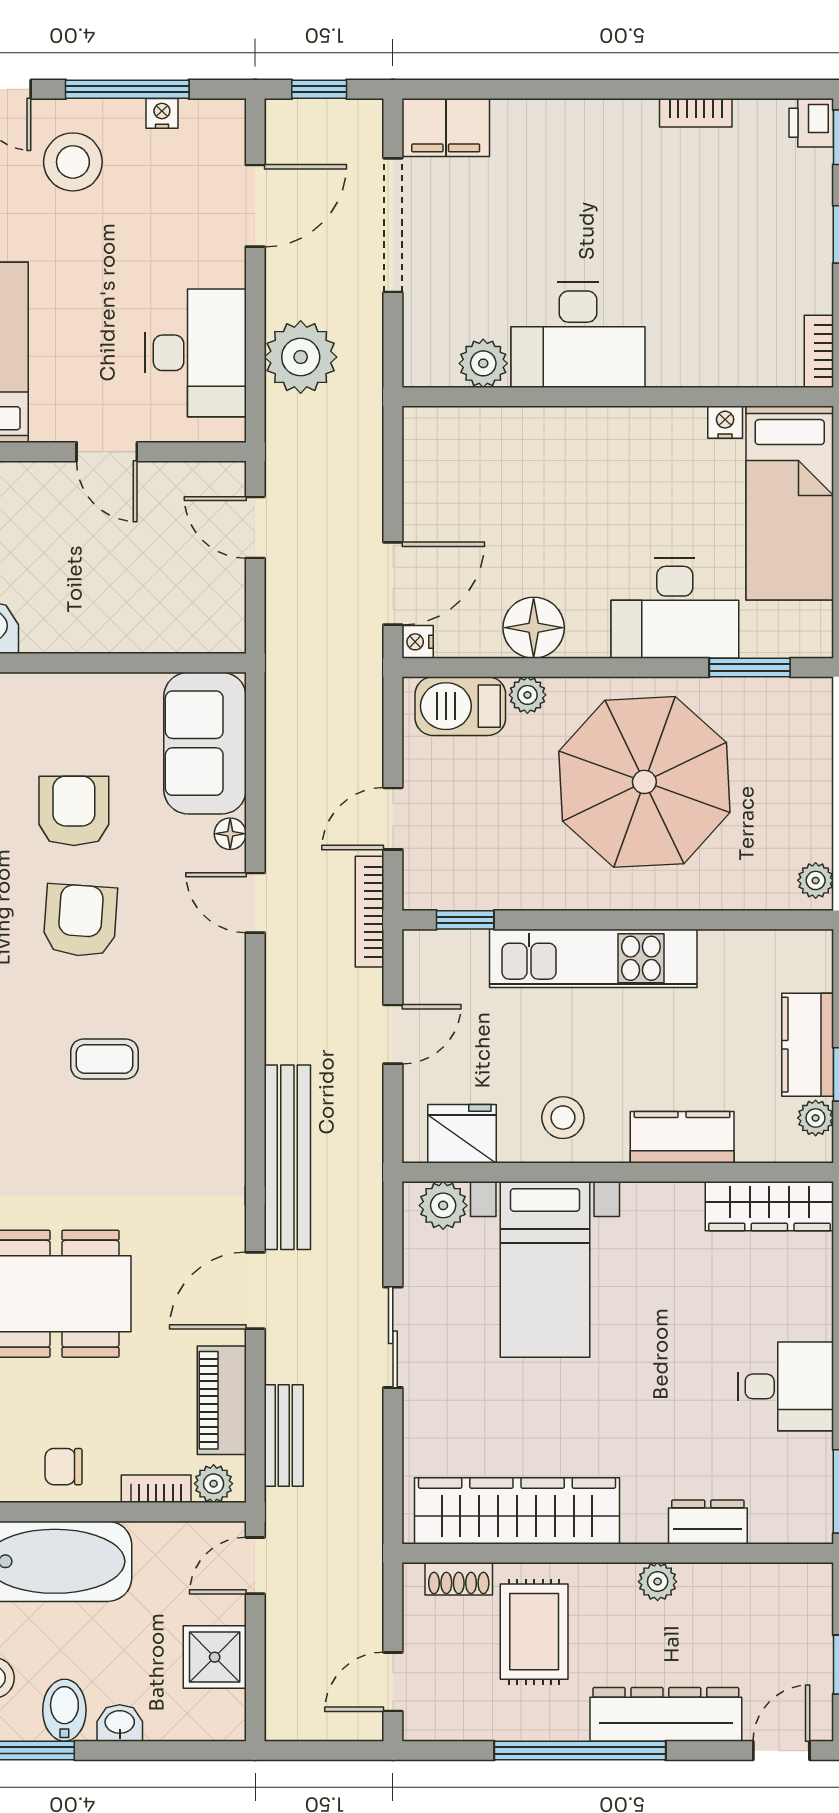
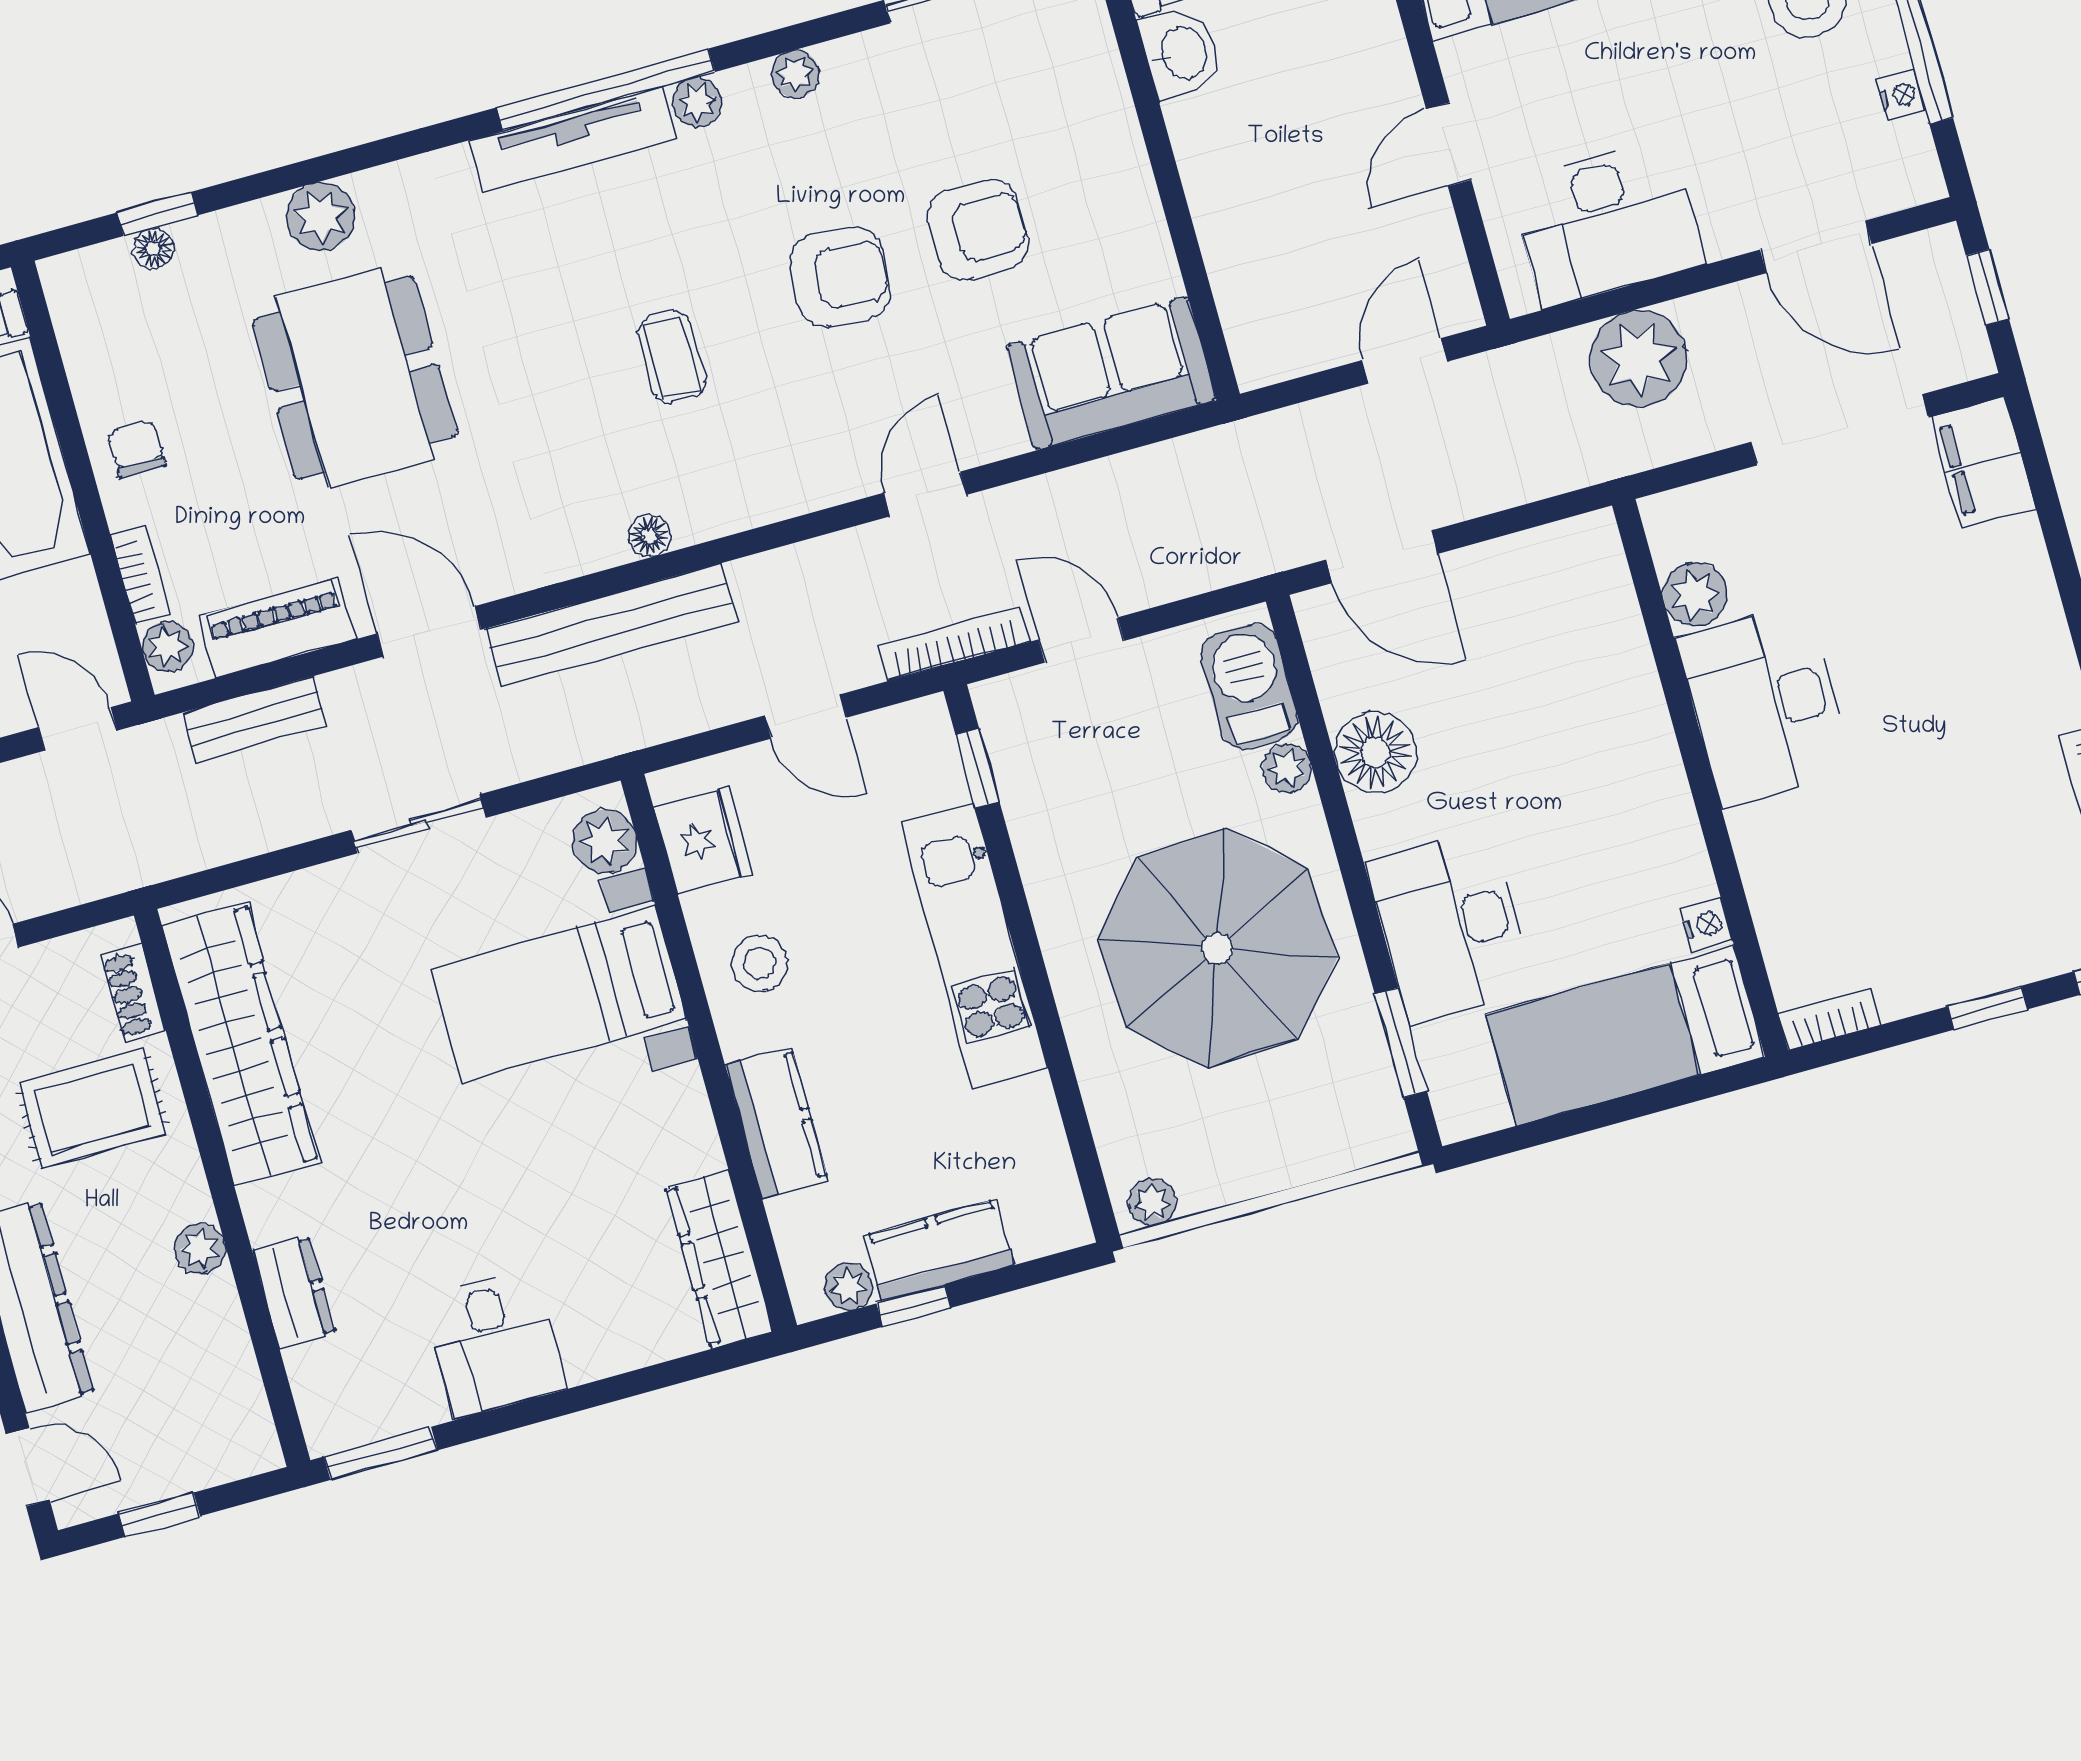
nightstand: (418, 642) -> (1316, 609), removed
floor lamp: (230, 834) -> (650, 536), moved

